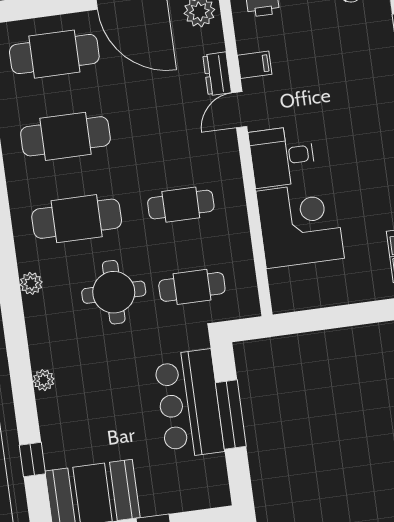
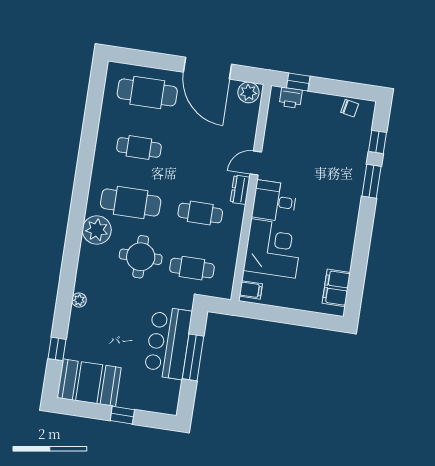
filing cabinet: (255, 65) -> (251, 290), moved
dresser: (217, 74) -> (240, 190), moved
cafe table: (65, 136) -> (139, 147), width x0.73, depth x0.74
plant: (31, 283) -> (97, 230), width x1.88, depth x1.88

